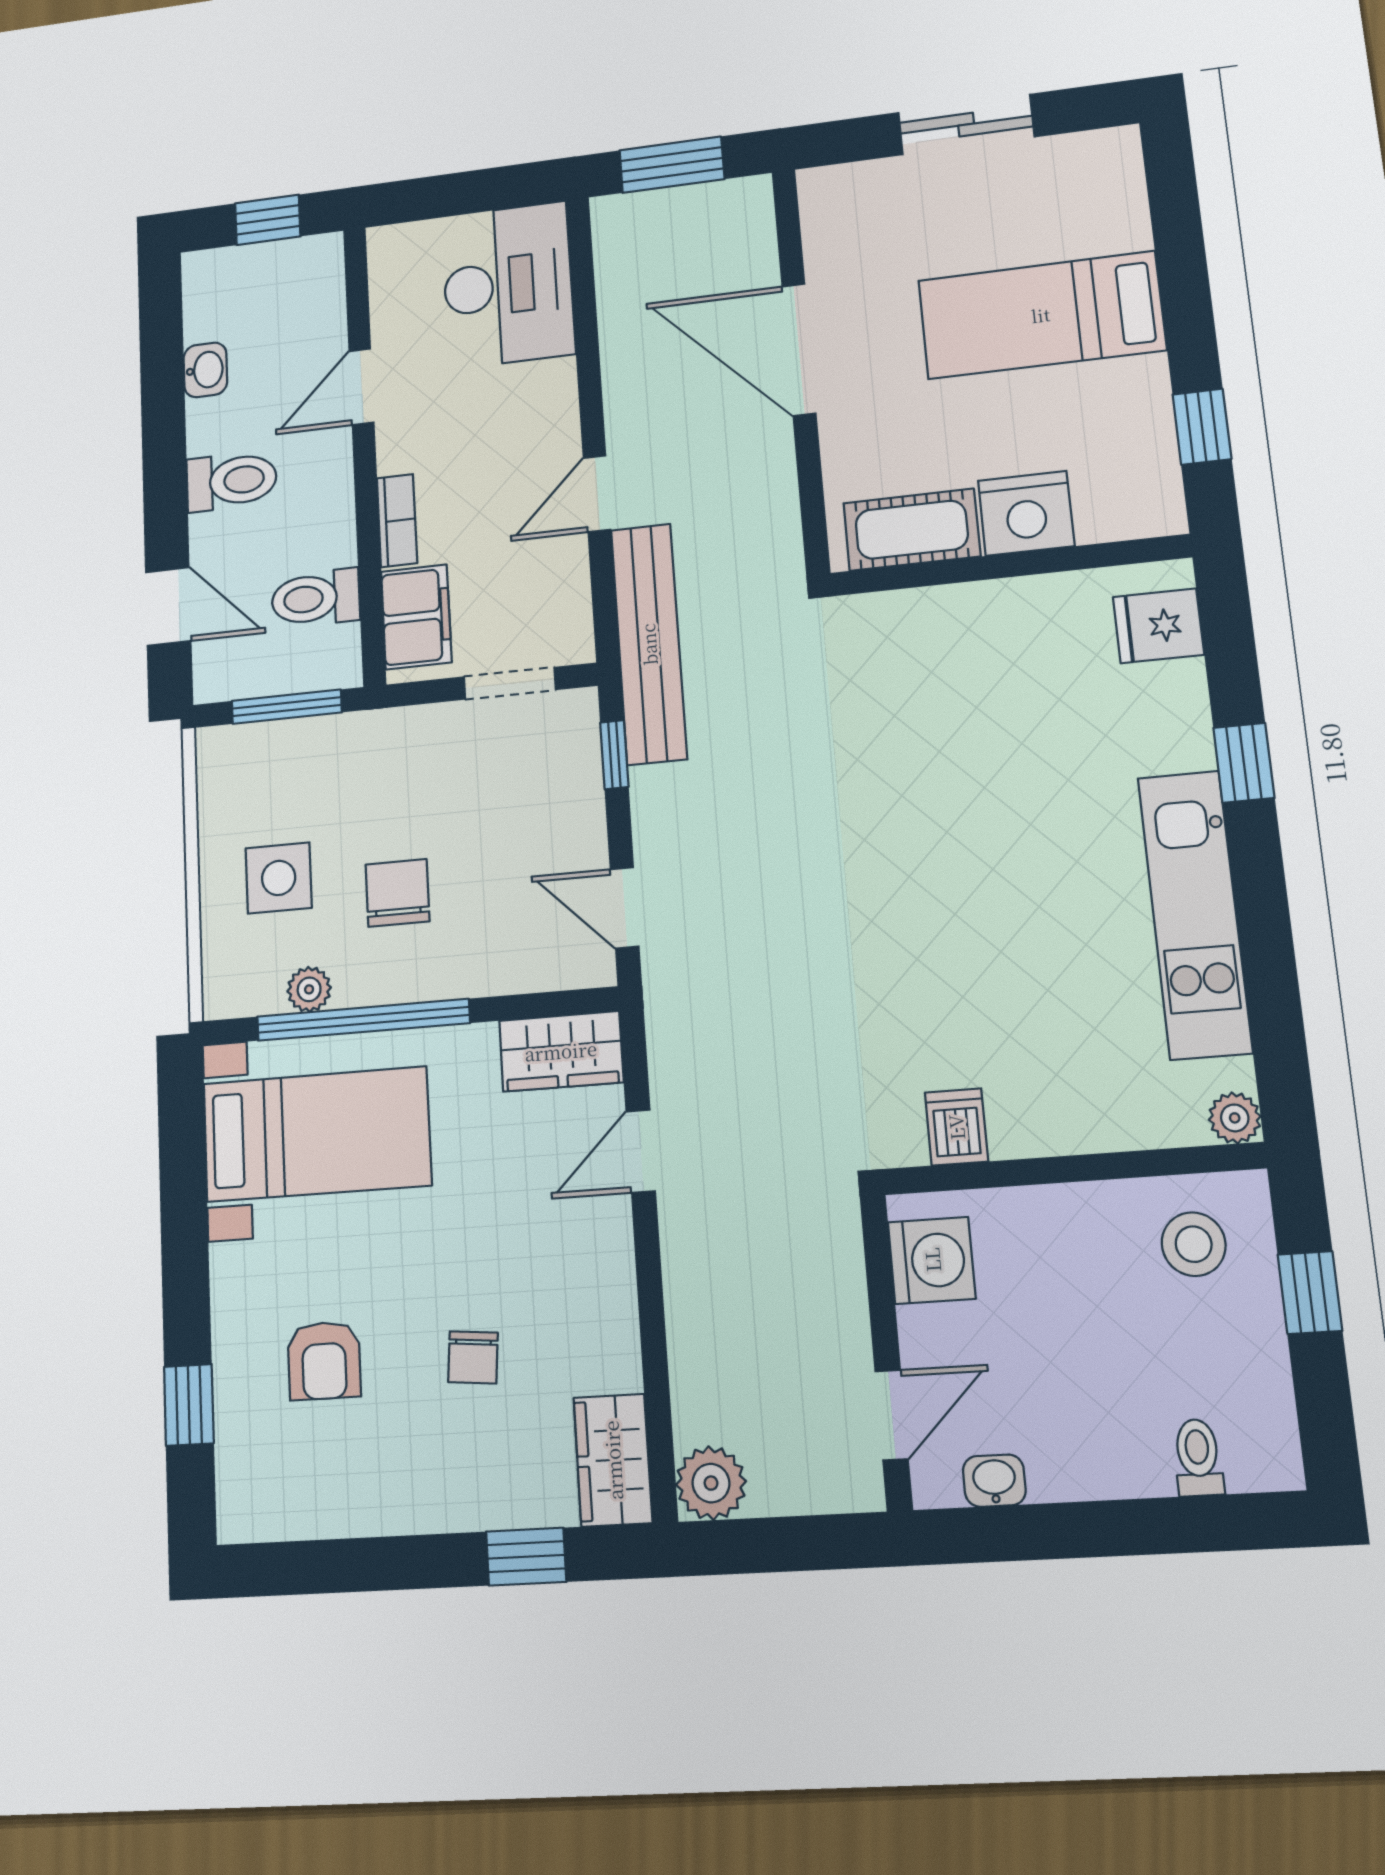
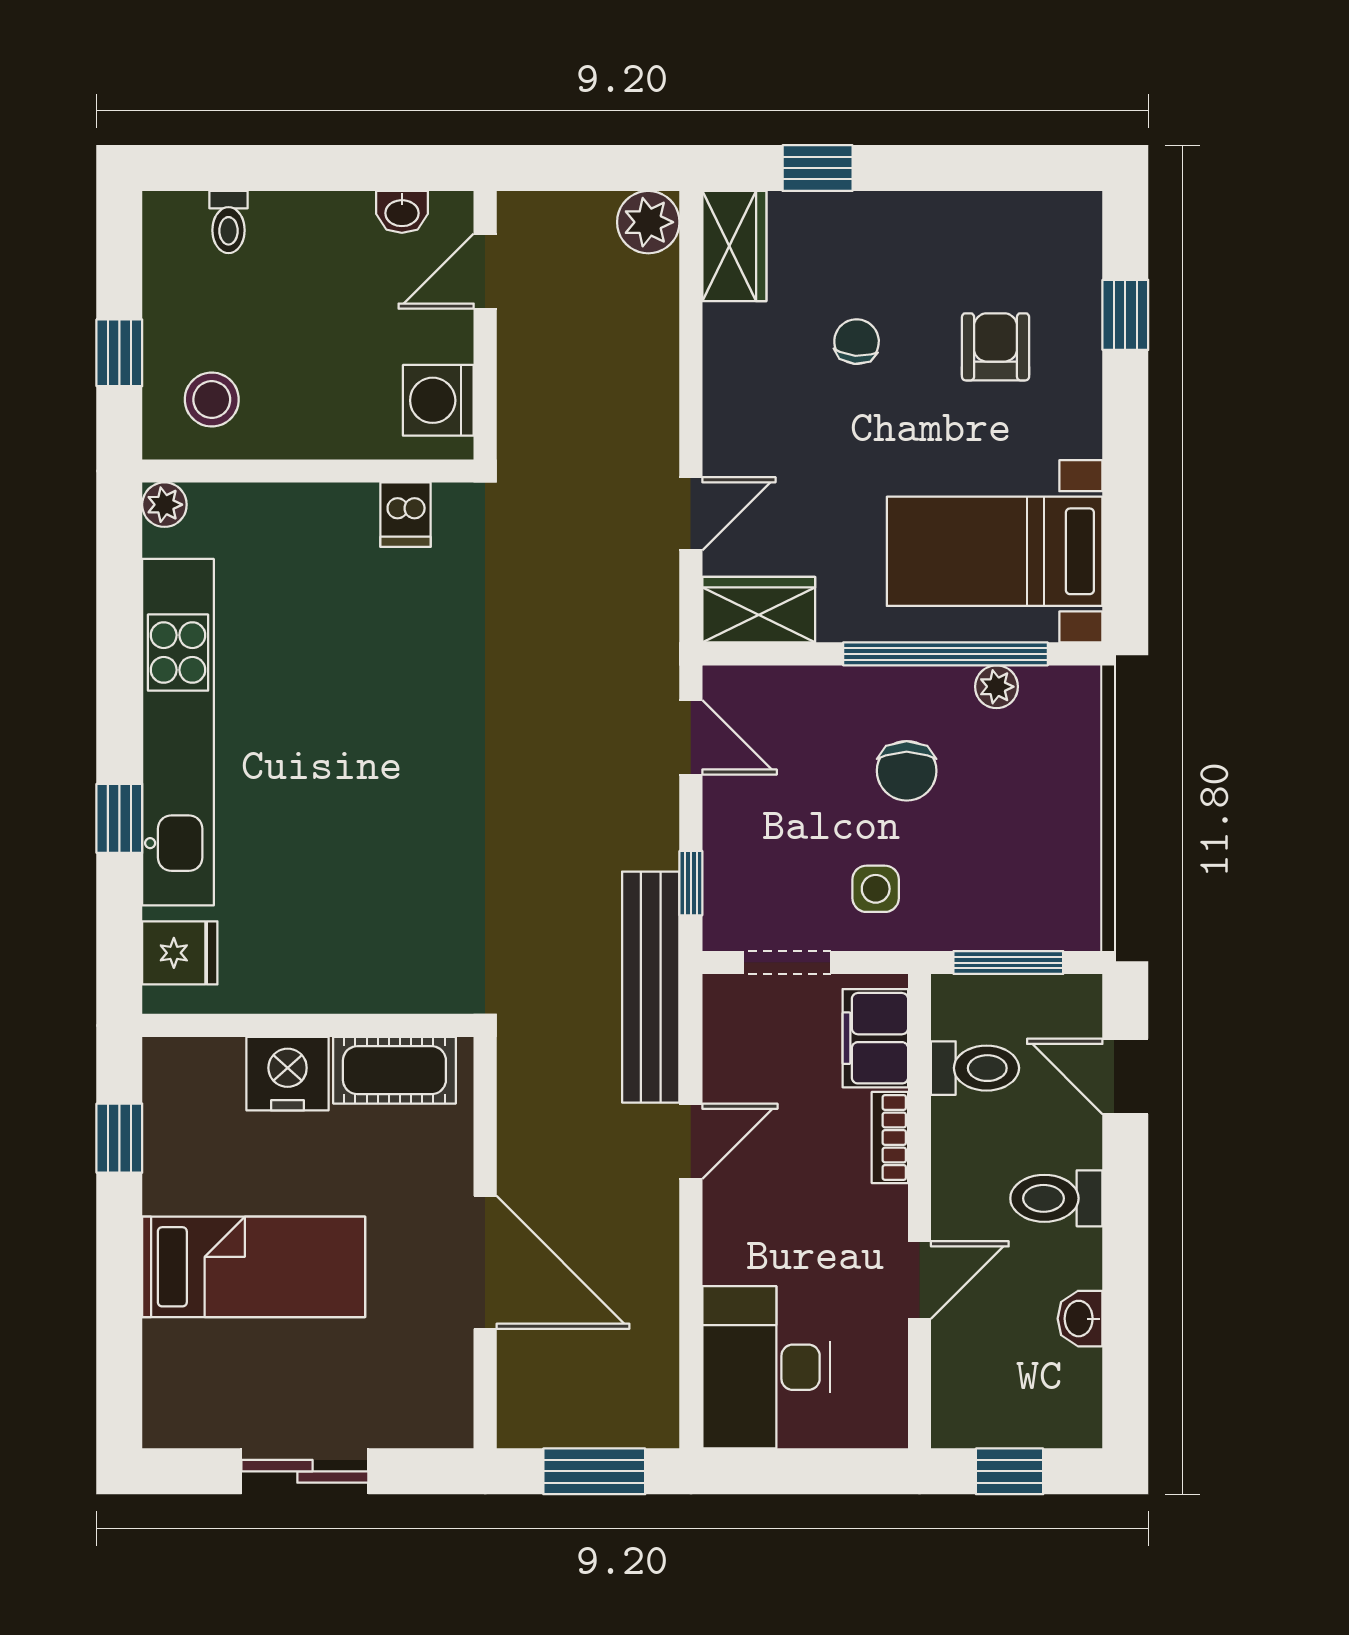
side table: (279, 878) -> (876, 889), moved, width x0.73, depth x0.73
kitchen unit: (1195, 914) -> (178, 732), width x1.36

